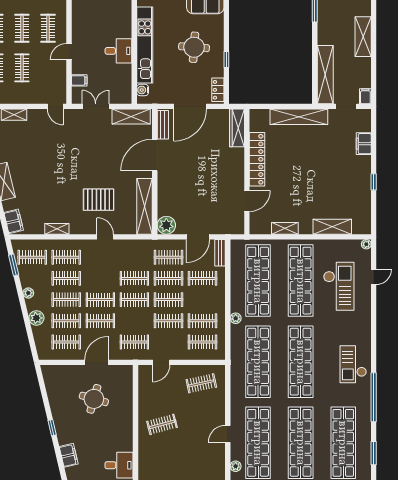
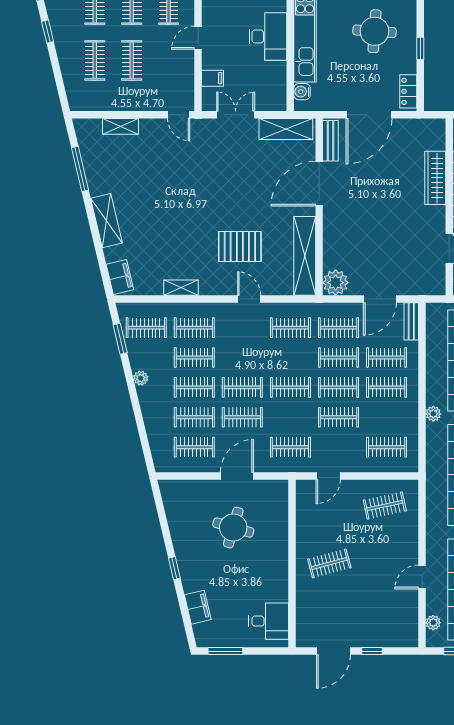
desk: (118, 51) -> (268, 36), width x1.37
wardrobe: (237, 128) -> (435, 178), moved
clothes rail: (134, 278) -> (290, 328), moved
plant: (36, 318) -> (152, 413), removed
clothes rail: (203, 321) -> (387, 387), moved

